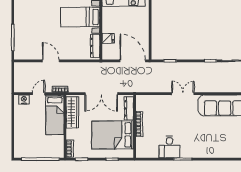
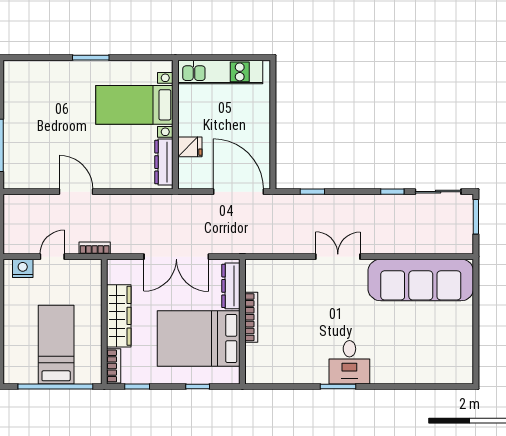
wardrobe: (72, 112) -> (119, 316), moved
bed: (55, 115) -> (56, 345), moved, turned 180
desk: (169, 147) -> (349, 362), moved

